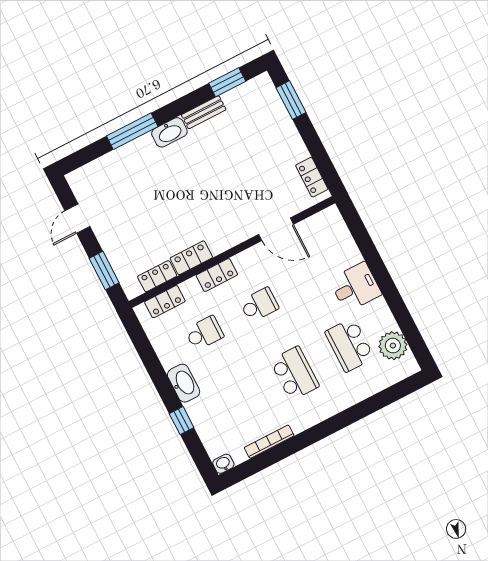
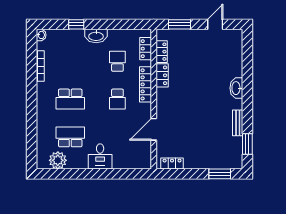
window: (132, 131) -> (247, 79), removed
washbasin: (169, 132) -> (236, 88), moved
door: (77, 219) -> (215, 24), hinge flipped
locker: (217, 275) -> (146, 84), width x1.53
school desk: (204, 333) -> (117, 61), turned 180

